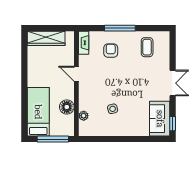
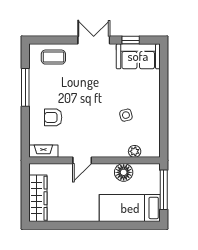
window: (120, 28) -> (25, 87), moved
coffee table: (147, 47) -> (53, 57), moved
window: (173, 124) -> (131, 40), moved

